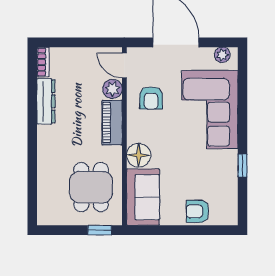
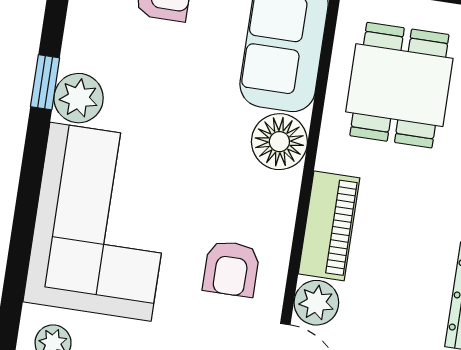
armchair: (151, 98) -> (231, 269), turned 180
plant: (227, 161) -> (79, 98), added

